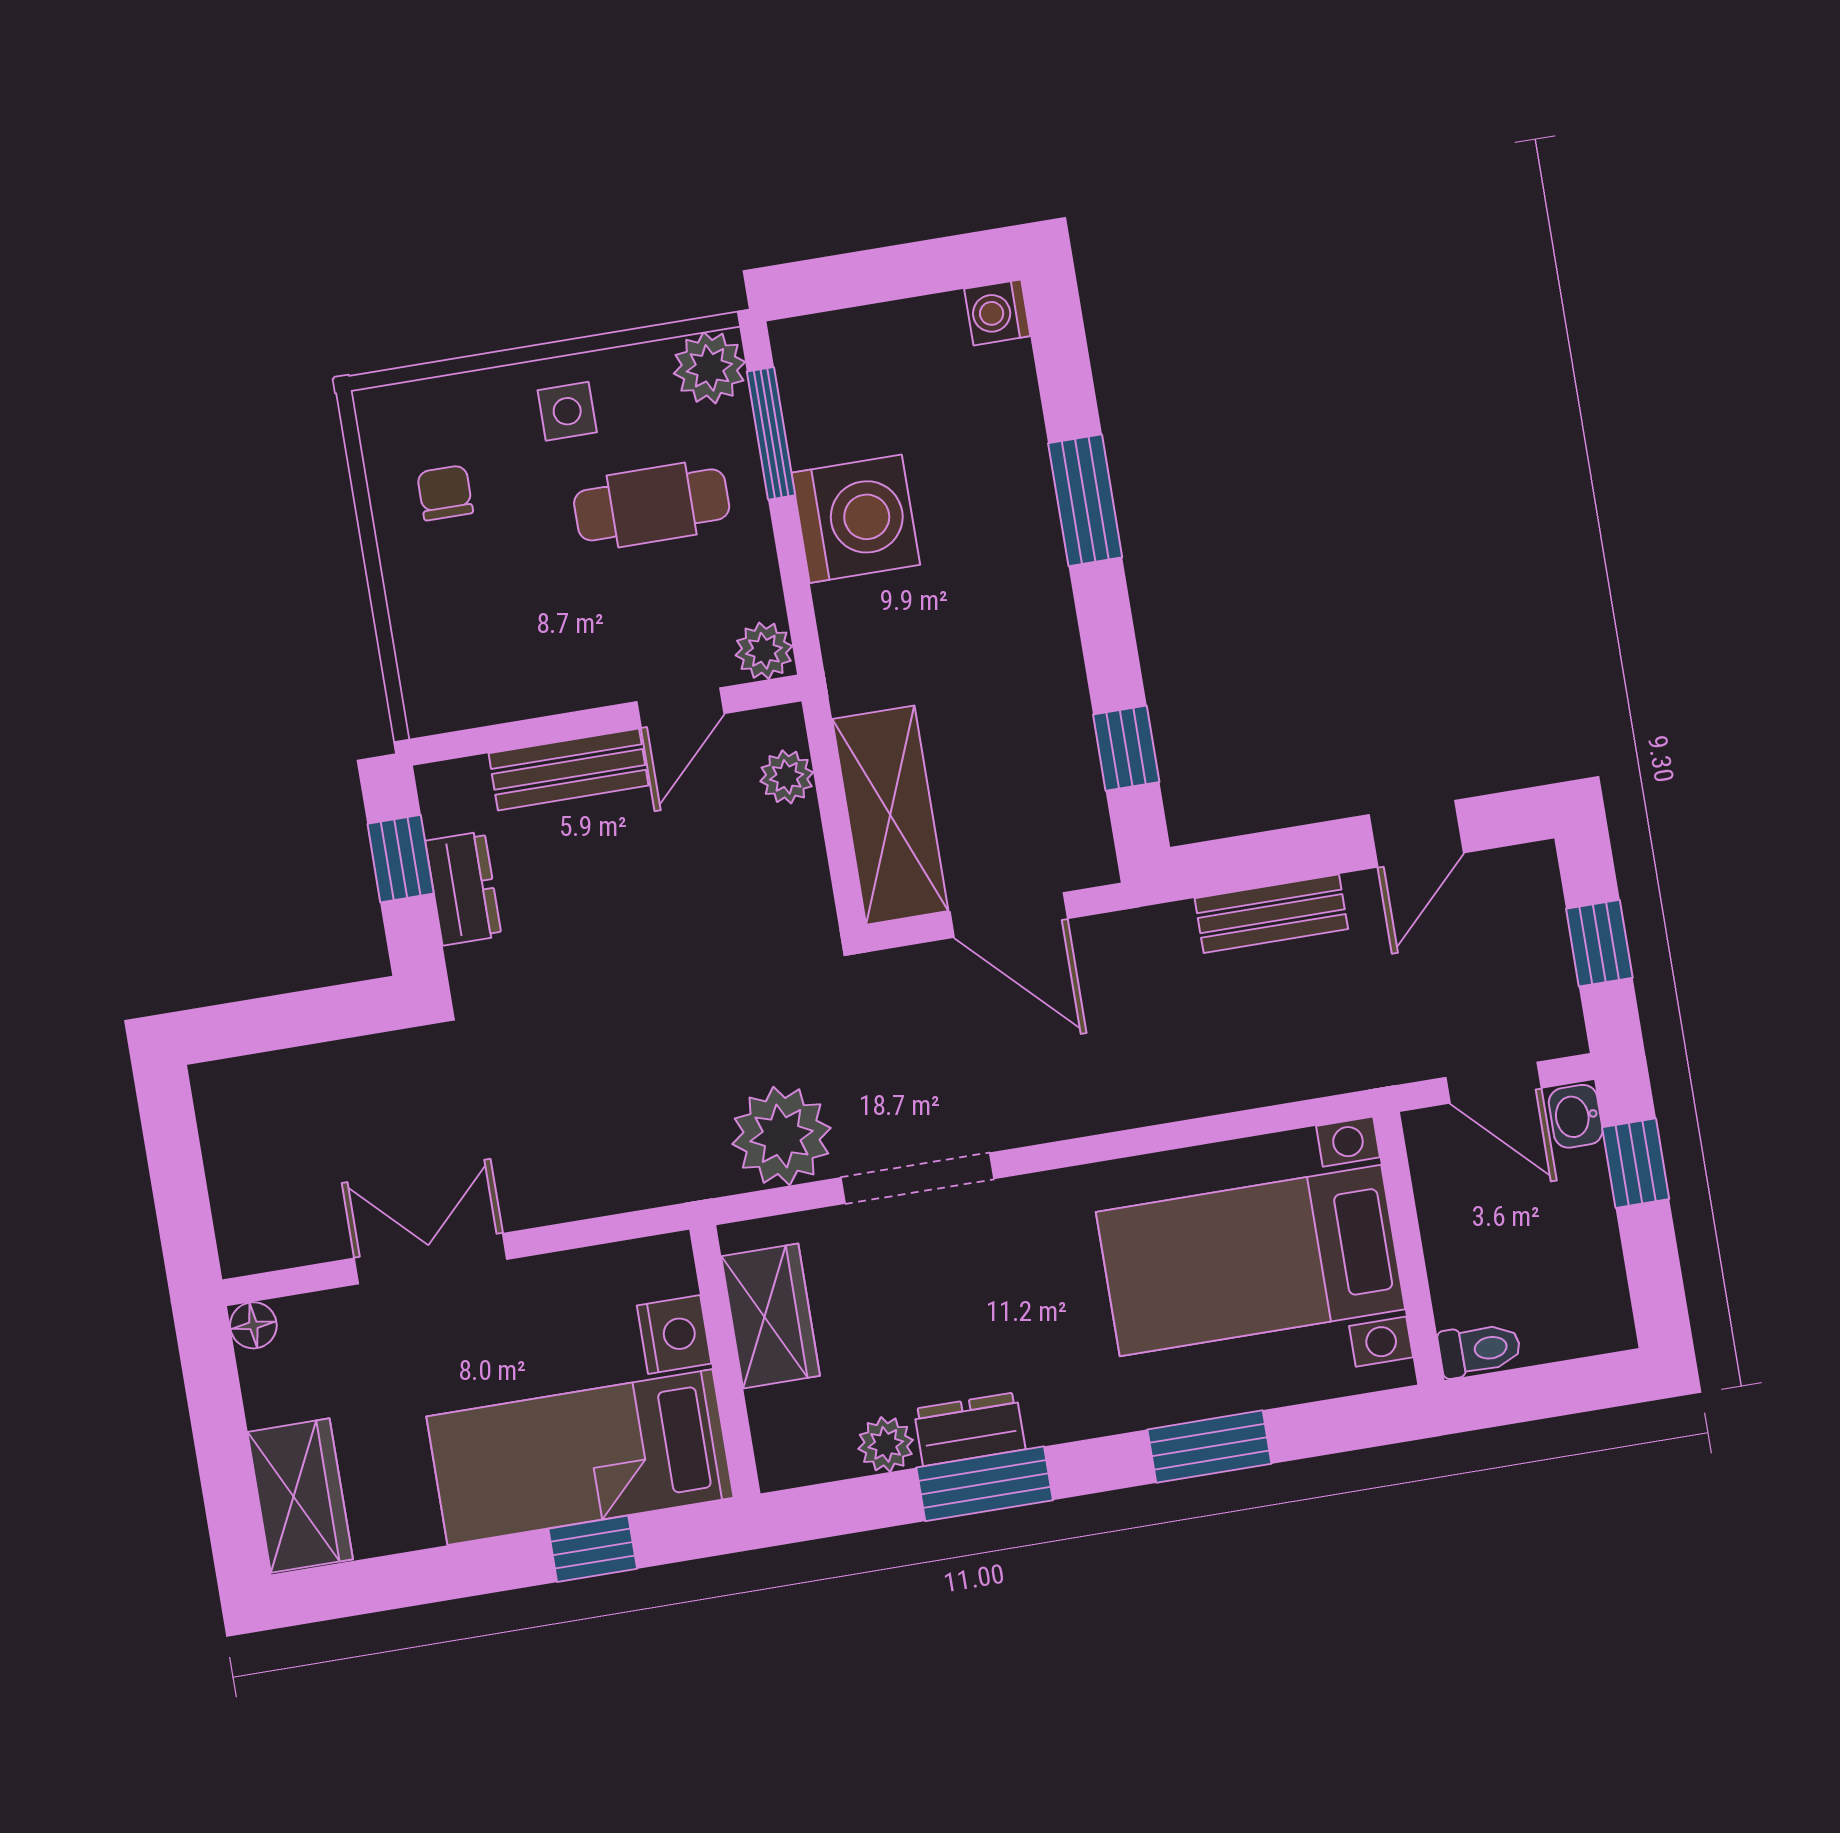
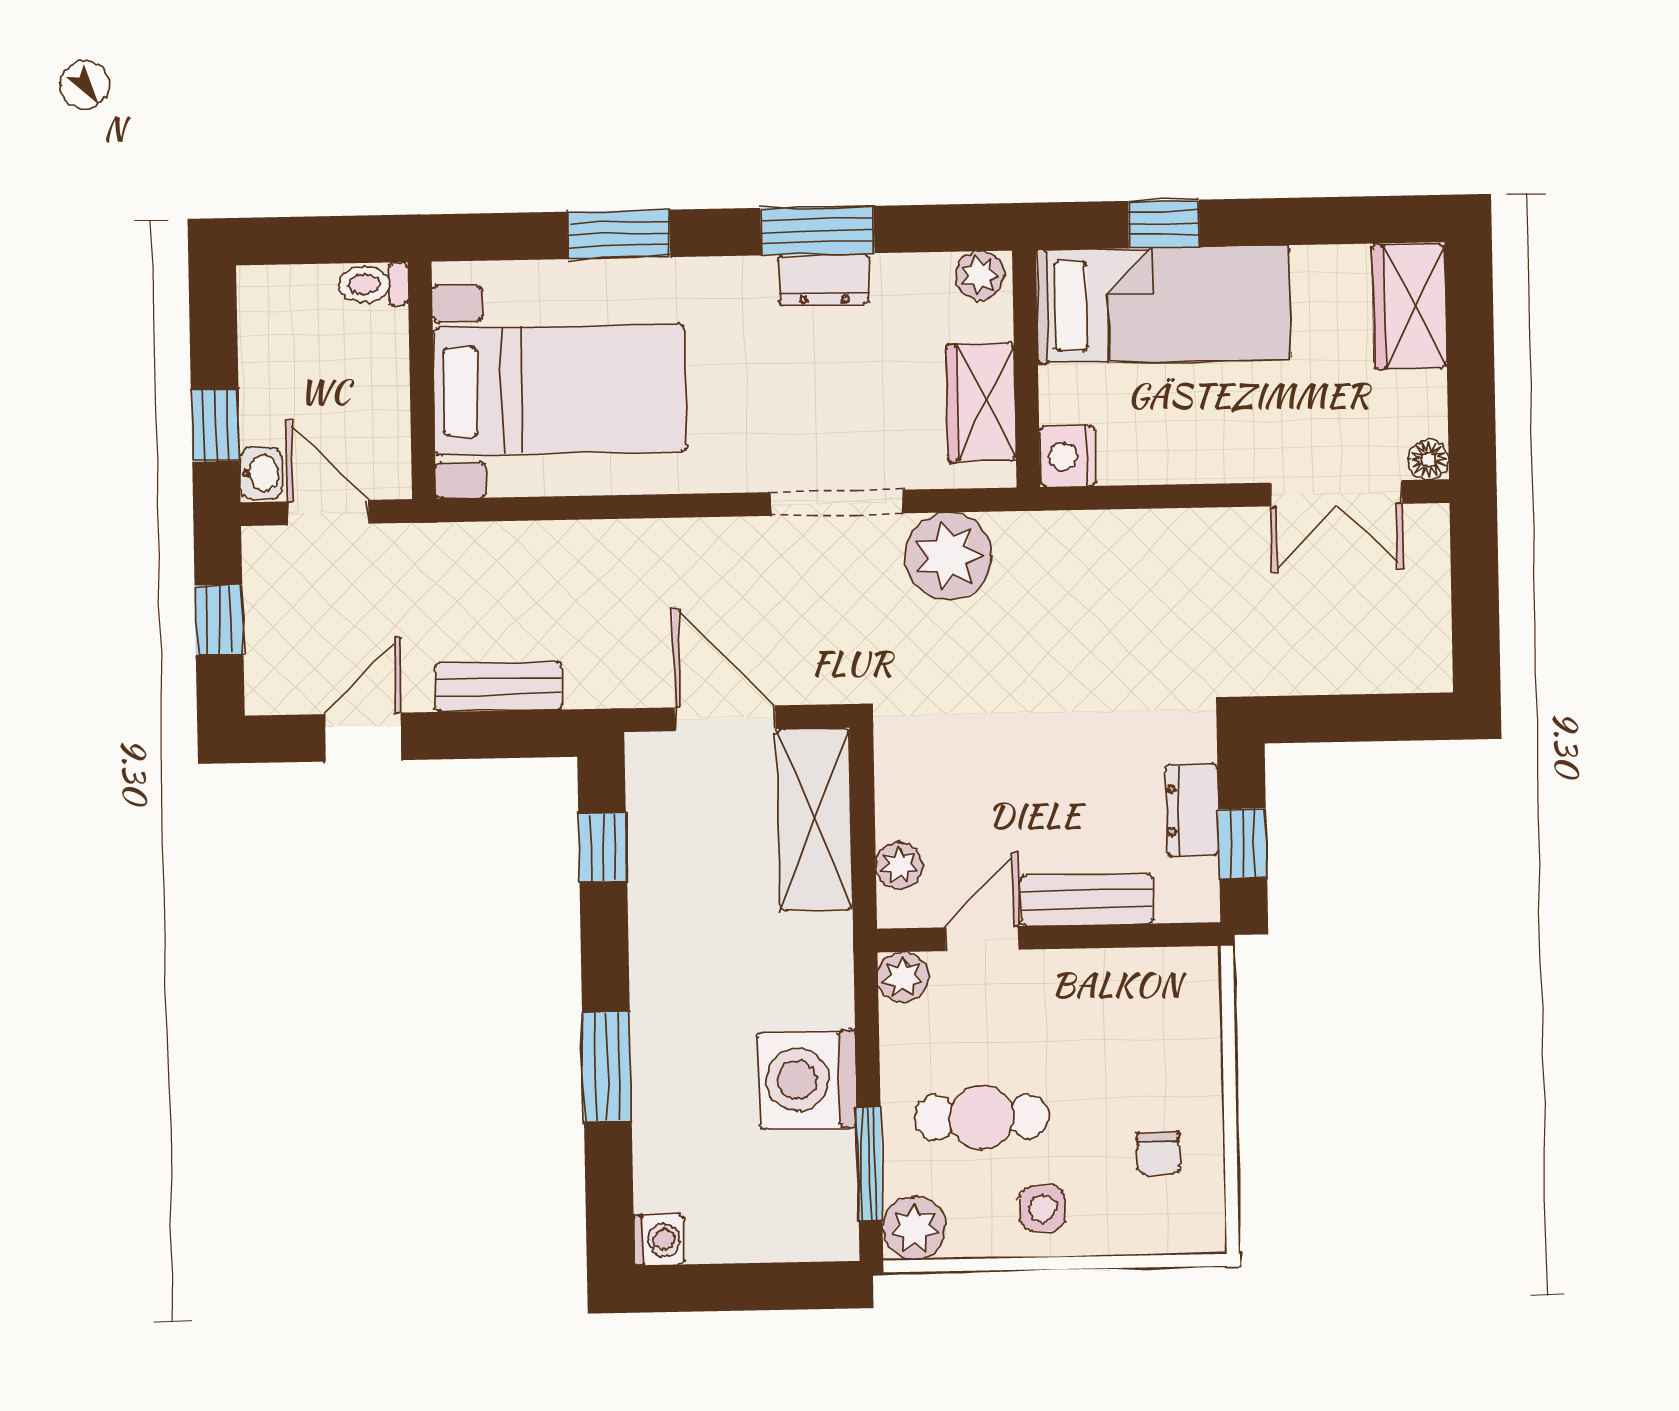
double door: (431, 1259) -> (1336, 493), moved
nightstand: (674, 1335) -> (1068, 456), moved
plant: (886, 1444) -> (980, 275), moved

